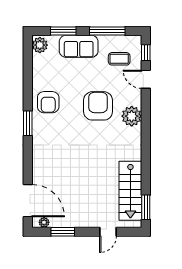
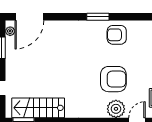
plant: (132, 116) -> (116, 109), moved

